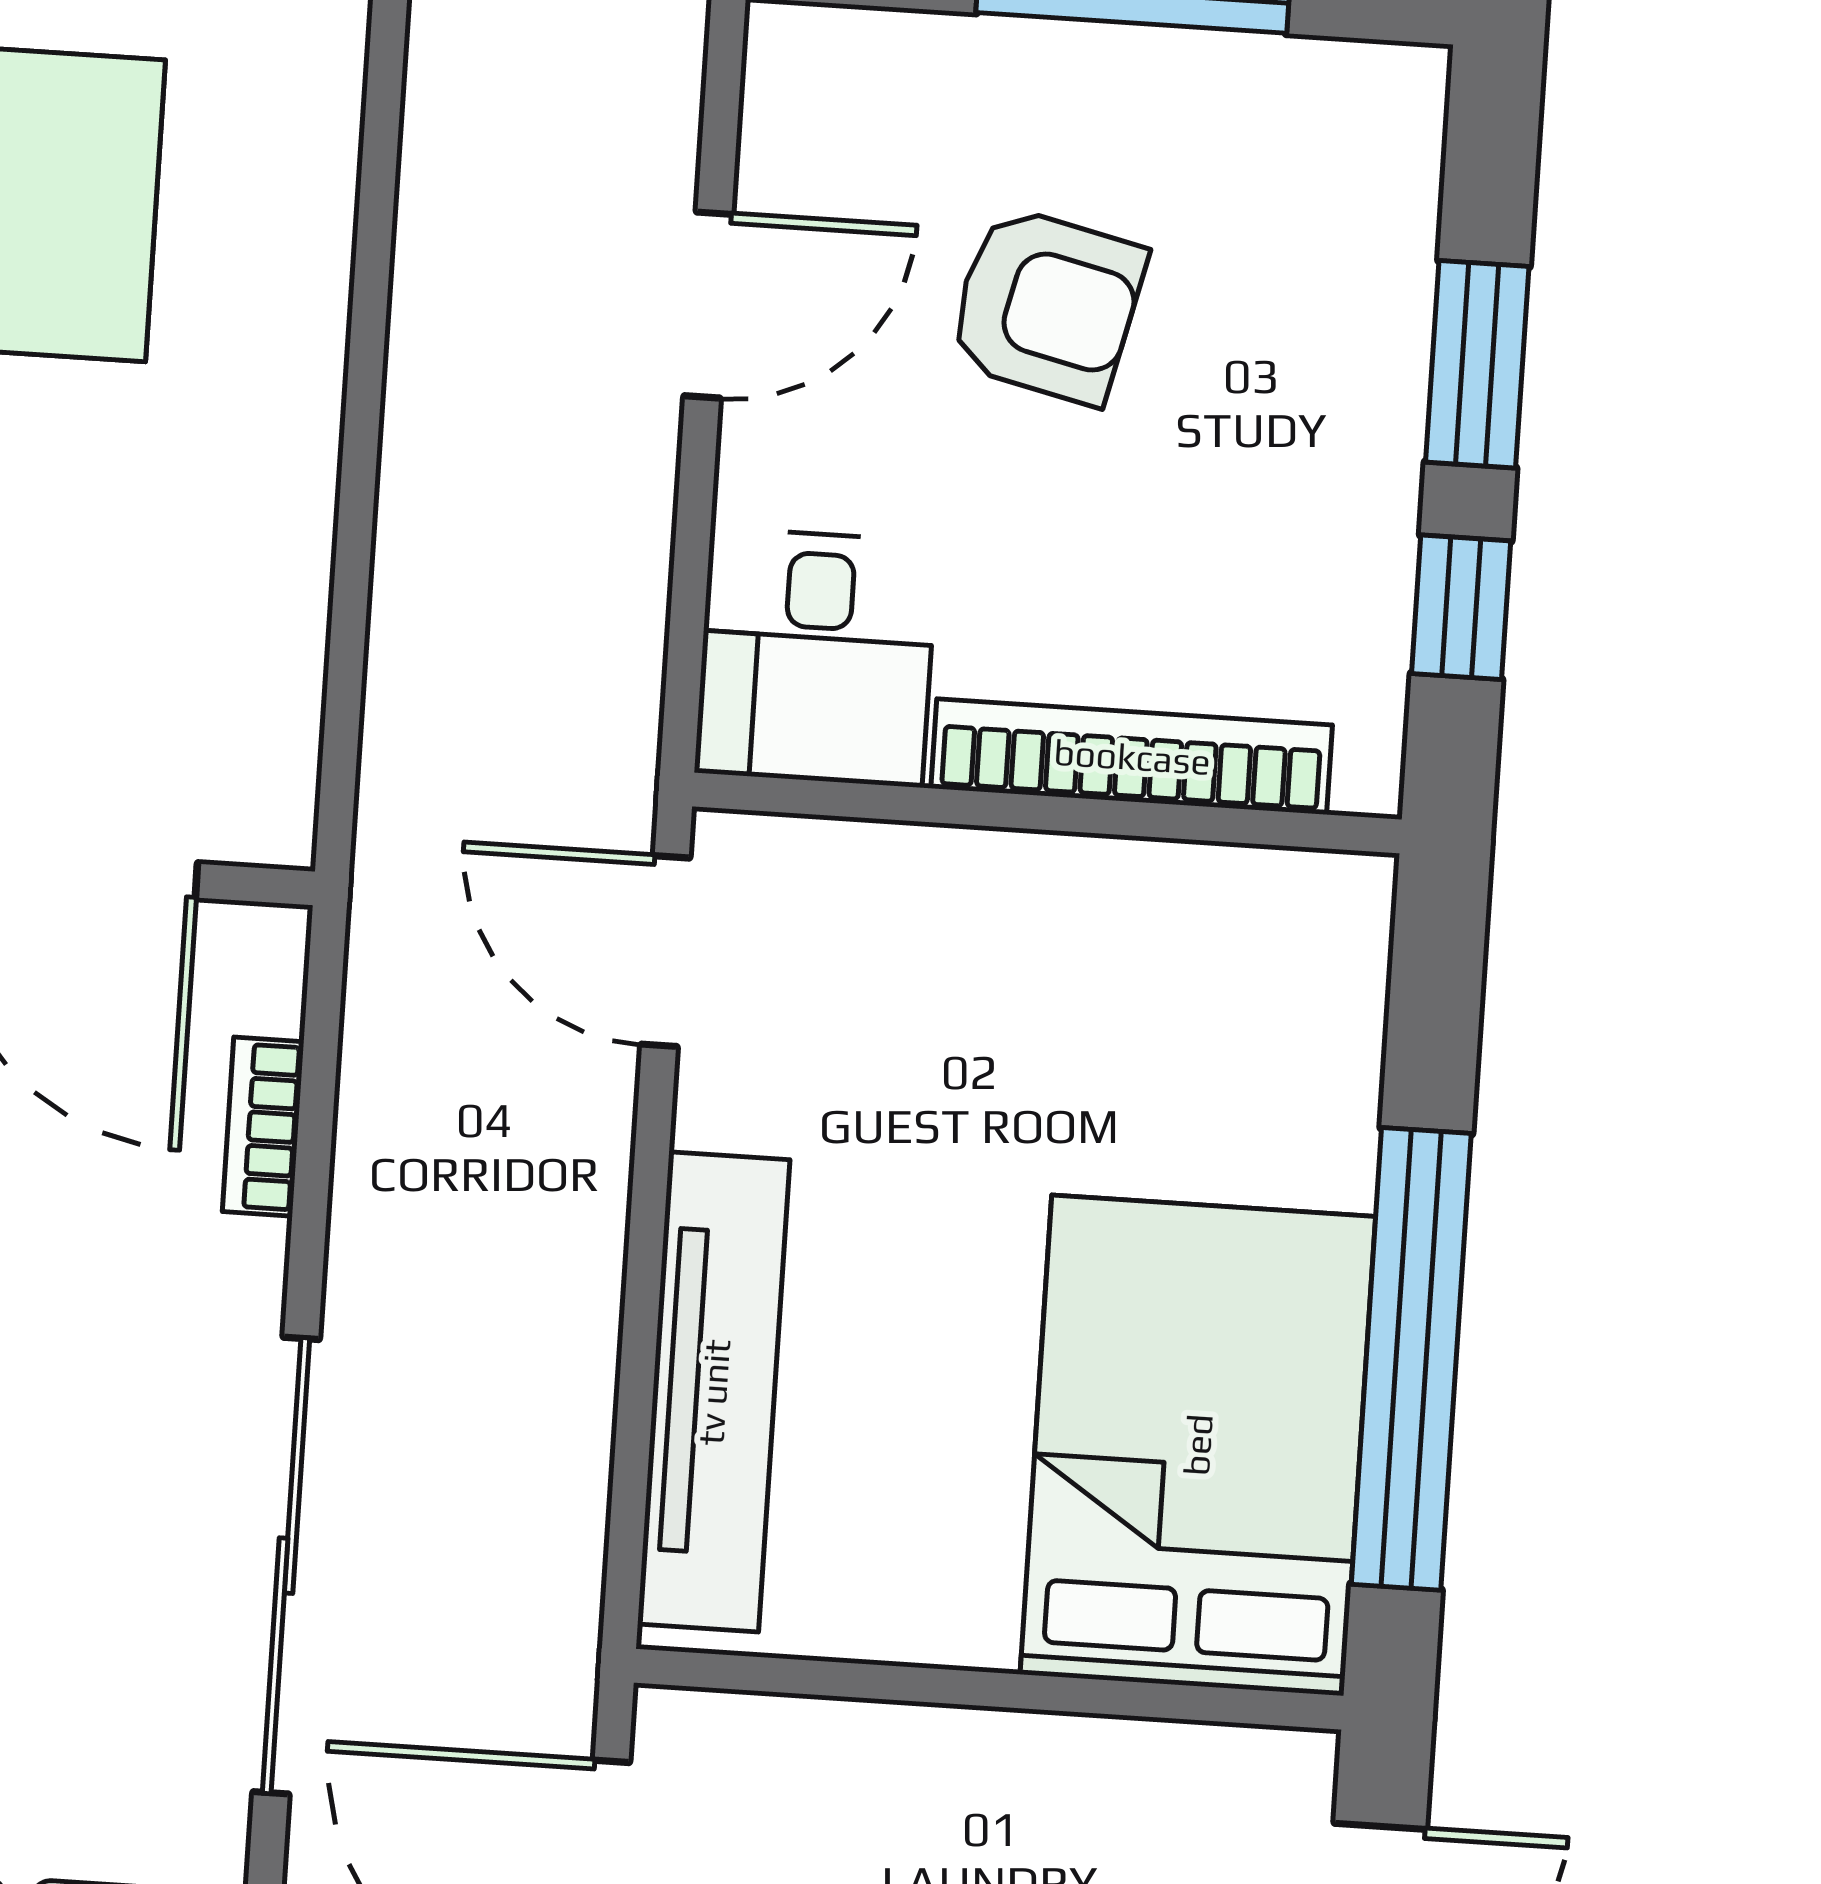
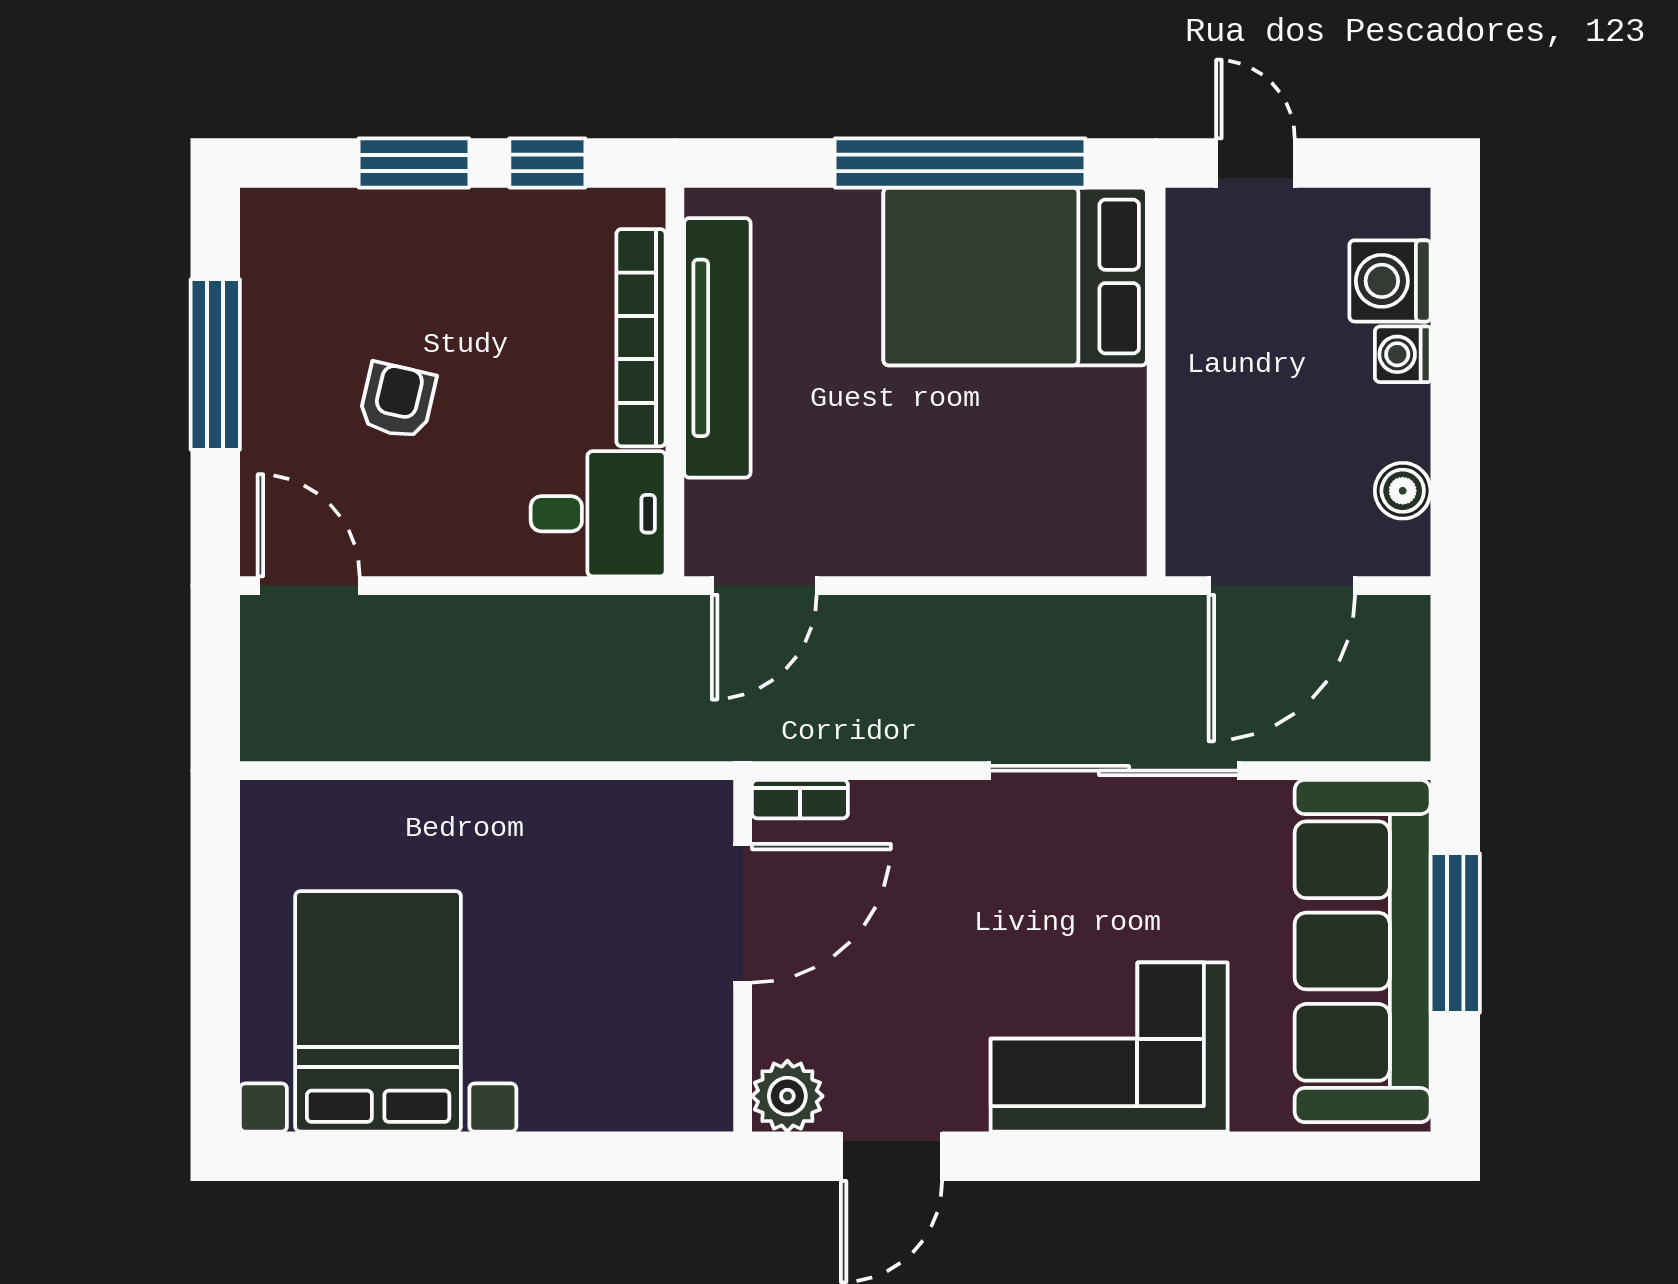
door: (708, 305) -> (309, 586), moved
armchair: (1046, 305) -> (397, 401), width x0.72, depth x0.72
bookcase: (263, 1127) -> (800, 799), moved
tv unit: (714, 1392) -> (717, 348), moved, turned 90

